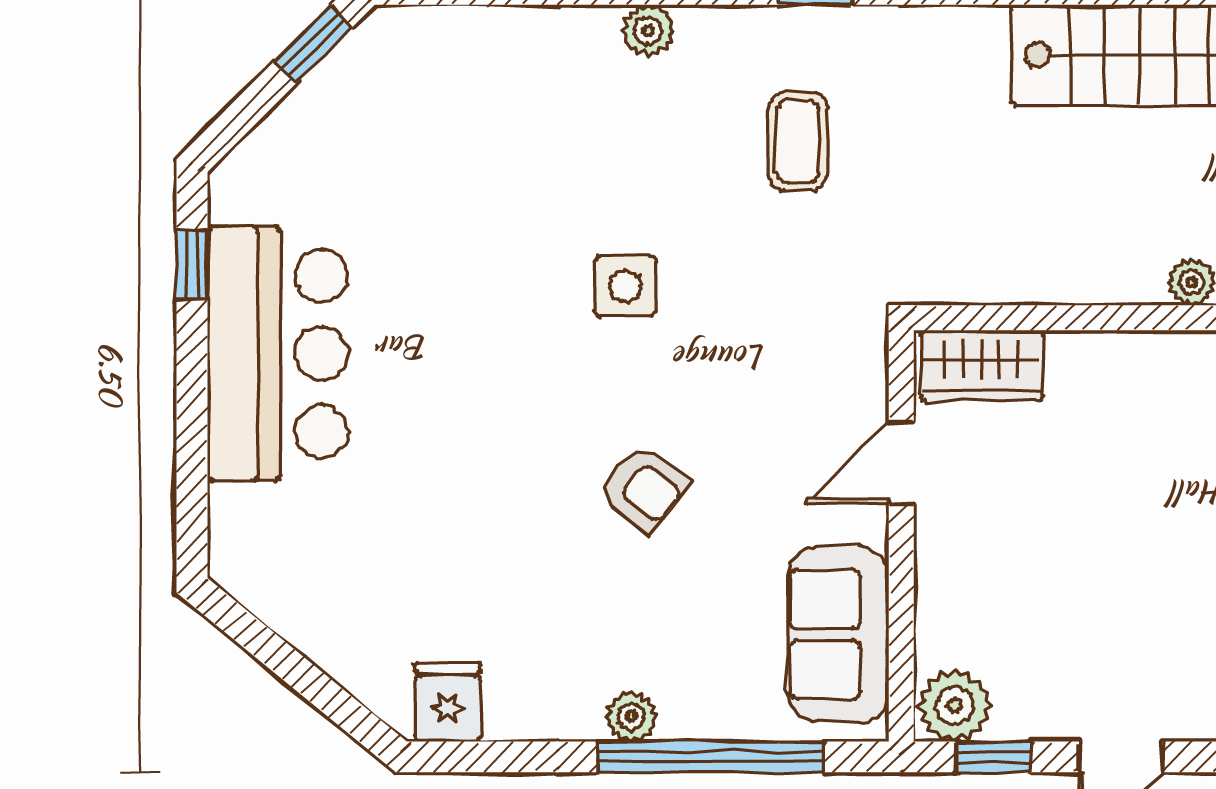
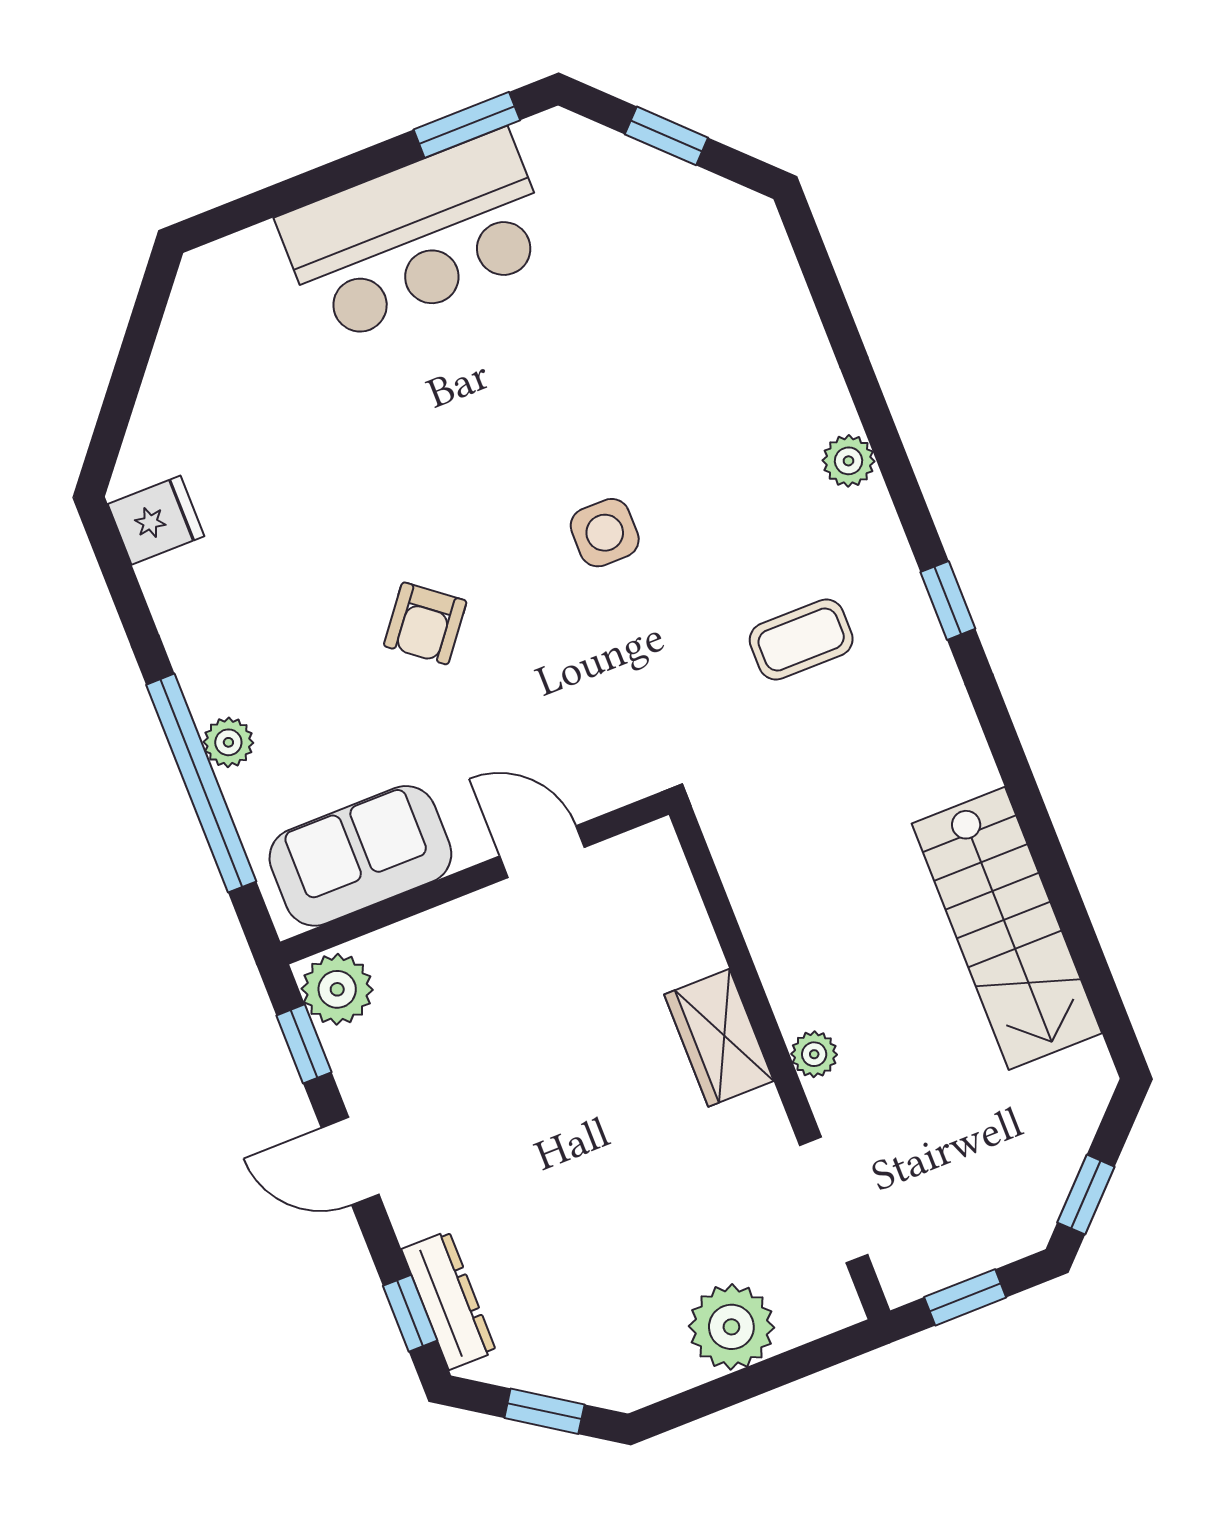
window: (314, 44) -> (666, 136), moved
window: (192, 265) -> (467, 125), width x1.50
wardrobe: (982, 365) -> (719, 1038), moved
plant: (631, 716) -> (228, 742), moved

